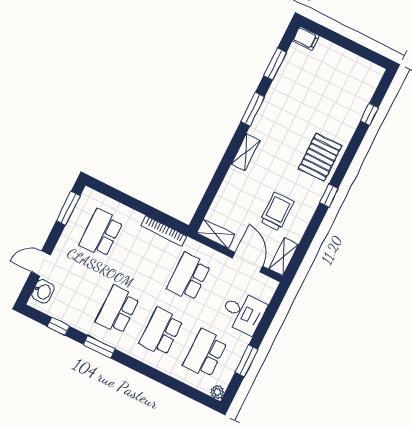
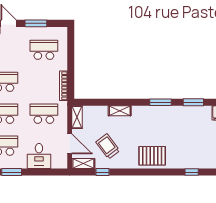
shelving: (246, 152) -> (120, 111), moved
window: (329, 196) -> (102, 172), moved
window: (68, 208) -> (36, 23), moved
trolley: (277, 212) -> (108, 146), turned -127
door: (247, 262) -> (70, 144), hinge flipped

